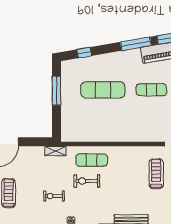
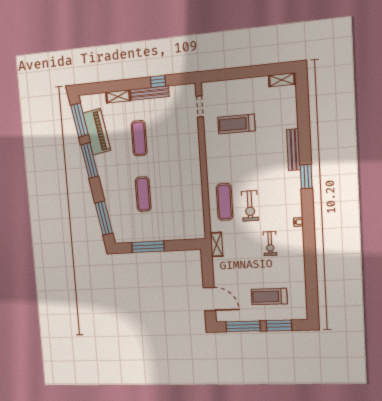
window: (84, 53) -> (104, 218), width x2.17
exercise mat: (103, 90) -> (143, 194), width x0.73, depth x0.69

